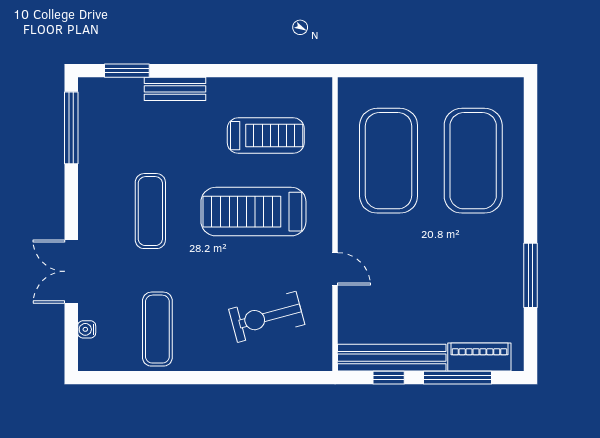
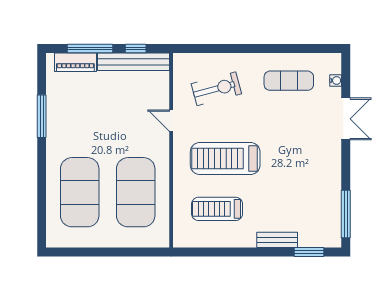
exercise mat: (150, 211) -> (293, 159), removed
treadmill: (253, 212) -> (225, 159), turned 180
exercise mat: (157, 329) -> (289, 81), turned 90

